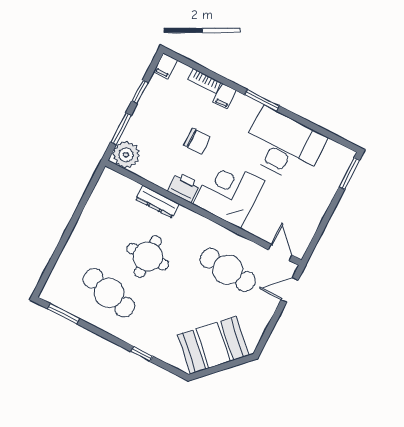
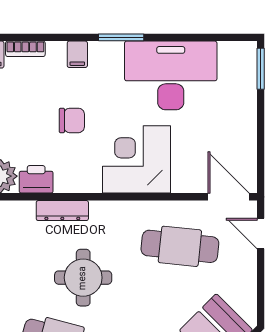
bookcase: (204, 81) -> (25, 49), moved
printer: (184, 187) -> (36, 179), moved
door: (280, 252) -> (229, 197), width x1.38
door: (289, 290) -> (261, 234), hinge flipped

